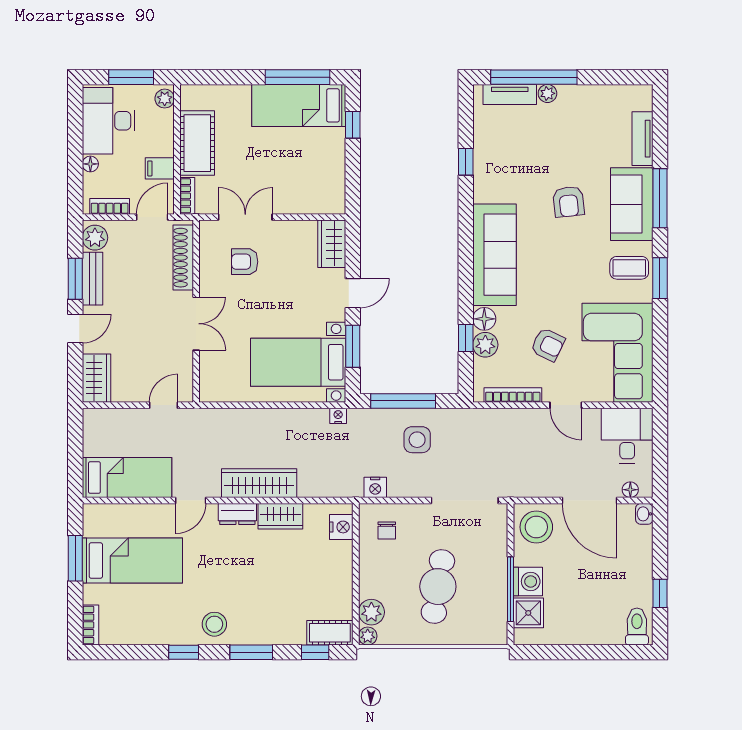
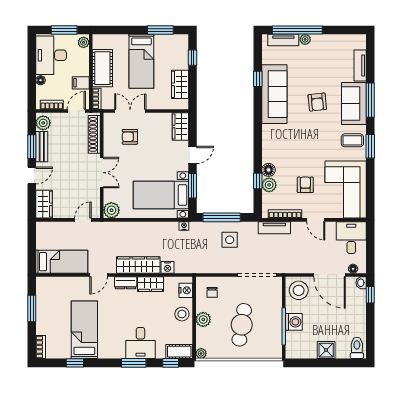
window: (297, 77) -> (160, 30), width x0.69
bed: (299, 105) -> (141, 61), moved, turned -90
wardrobe: (331, 171) -> (180, 84), added
sofa: (494, 255) -> (274, 94), moved
armchair: (548, 345) -> (305, 185), turned -116
plant: (213, 388) -> (111, 210), added
tv unit: (494, 419) -> (274, 228), added
nightstand: (375, 487) -> (168, 267), moved
bed: (132, 561) -> (84, 330), moved, turned -90
window: (660, 593) -> (370, 295), moved
plant: (371, 612) -> (203, 319), moved
shower: (528, 613) -> (326, 350), moved
desk: (263, 618) -> (140, 343), added
stool: (214, 624) -> (182, 314), moved
window: (184, 652) -> (75, 363), moved

